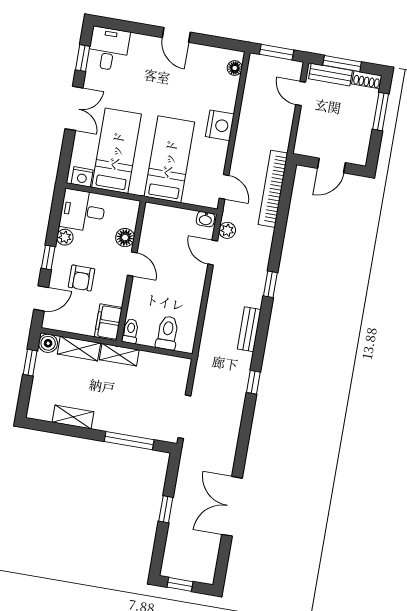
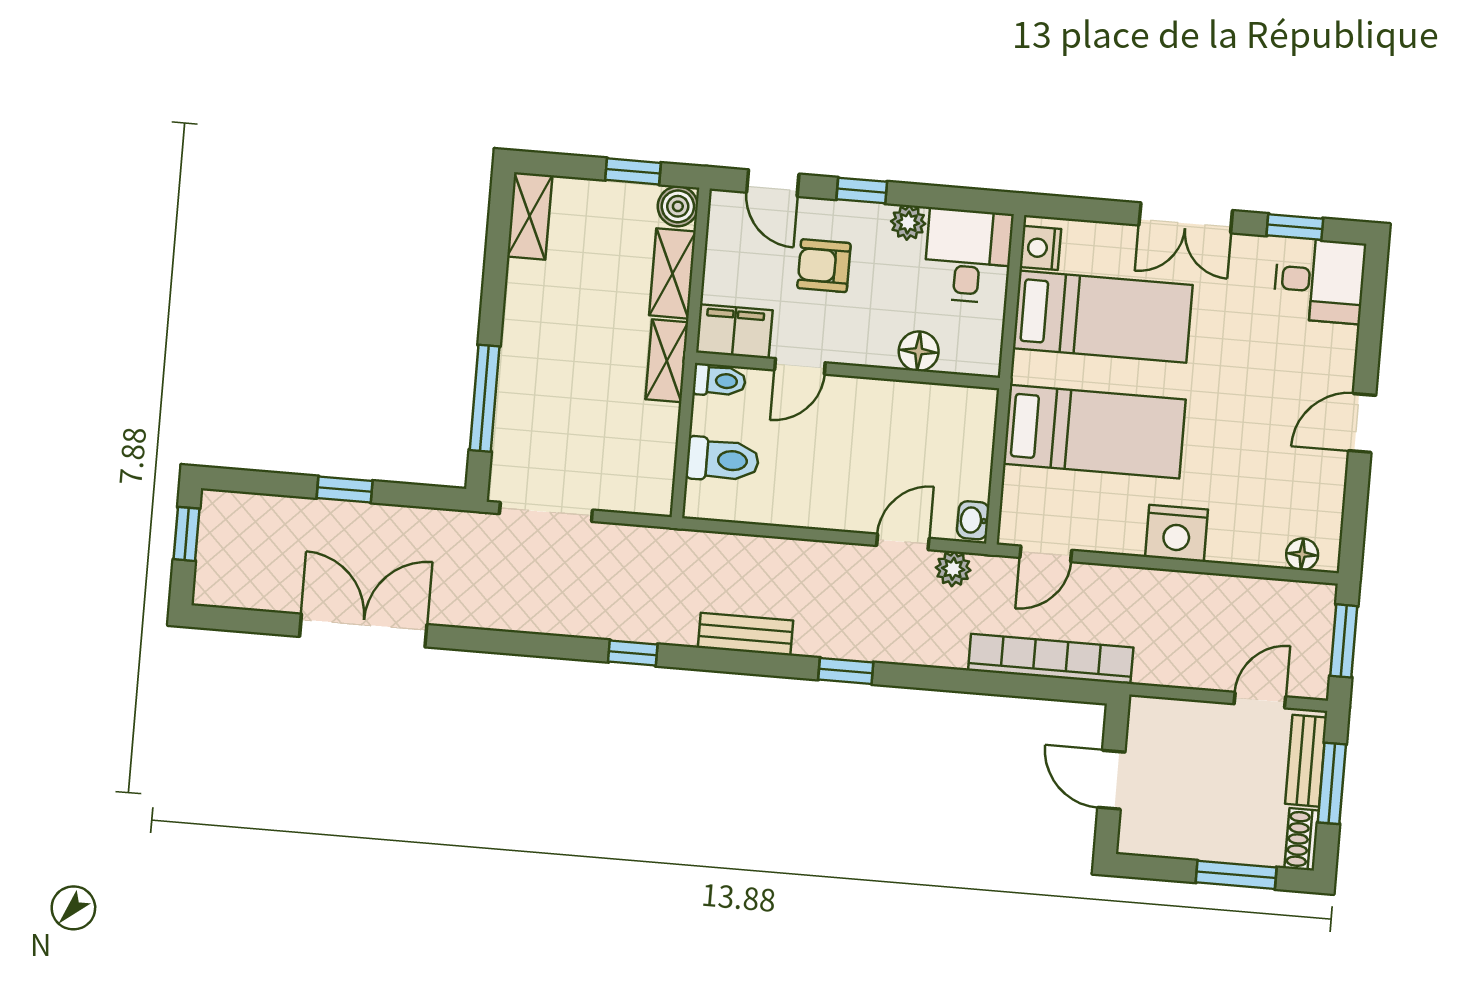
door: (132, 264) -> (800, 366), moved
shelving: (73, 417) -> (530, 216), moved

